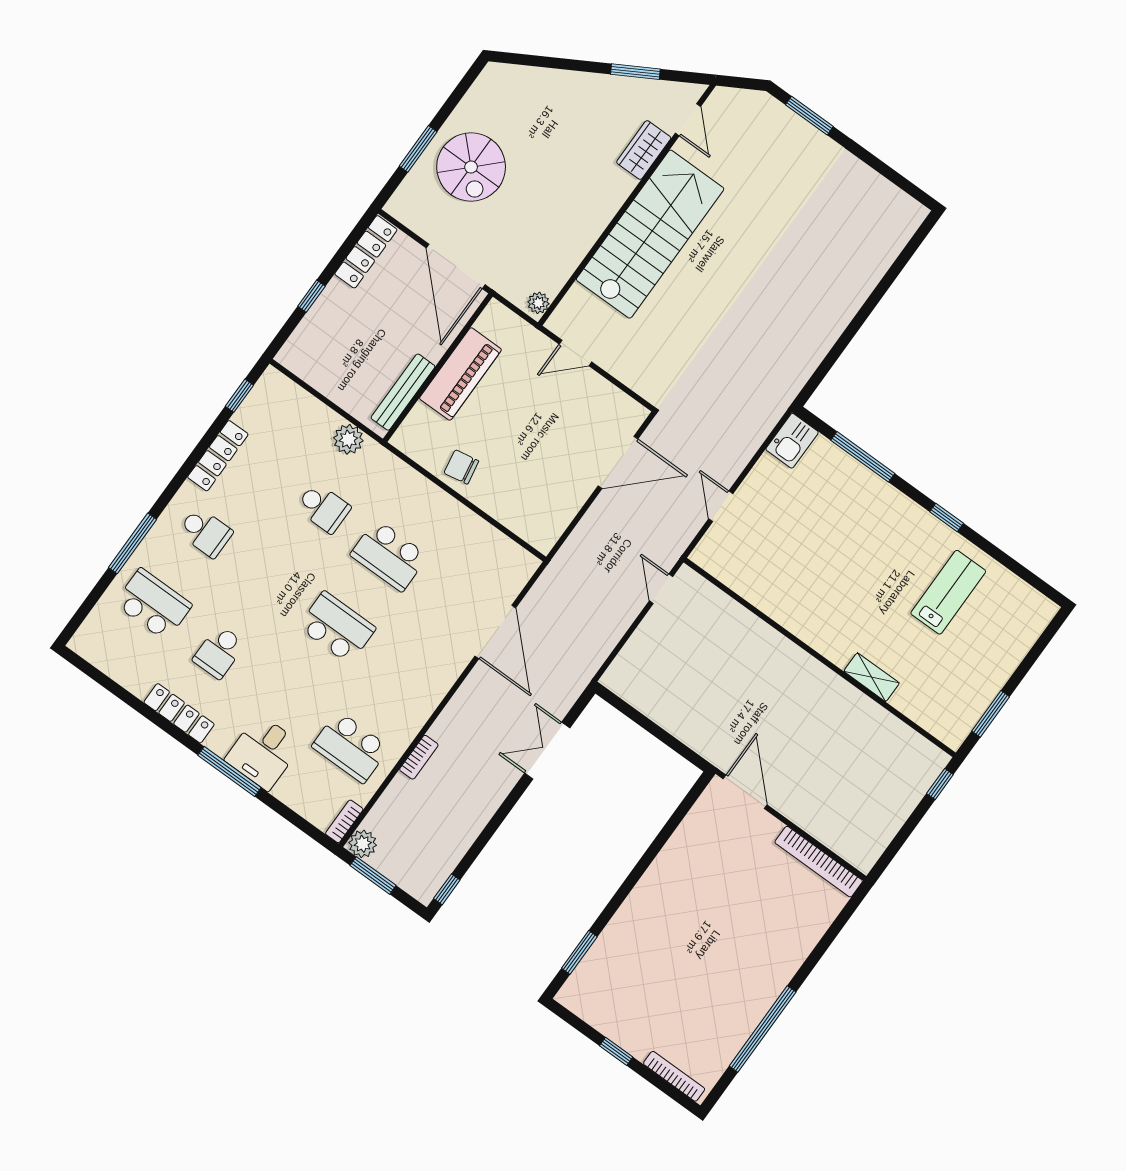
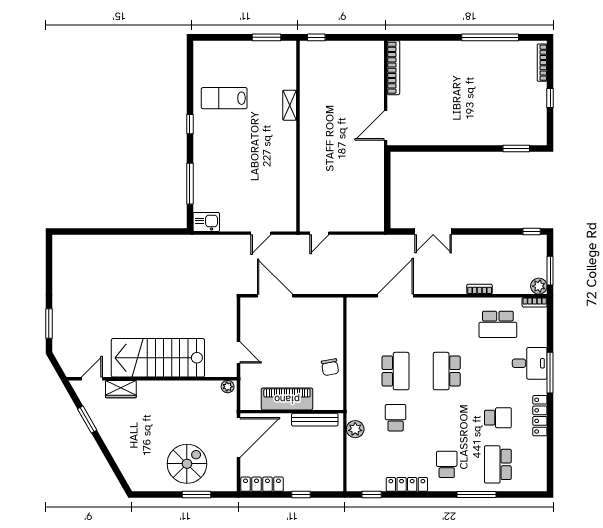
school desk: (351, 747) -> (498, 324), turned 90

